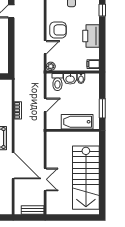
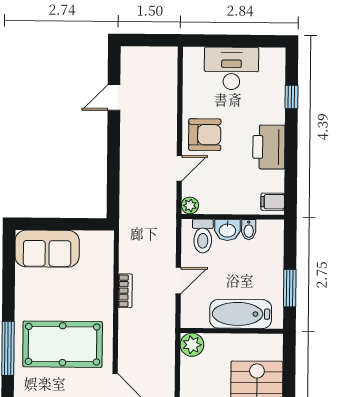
plant: (52, 138) -> (192, 345), added

